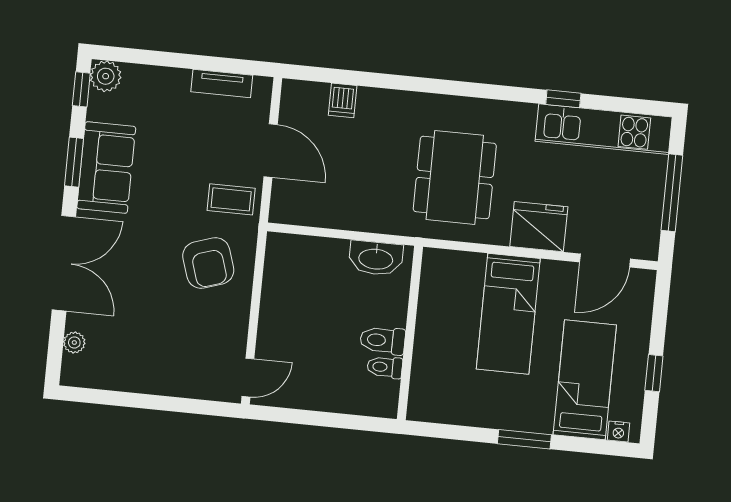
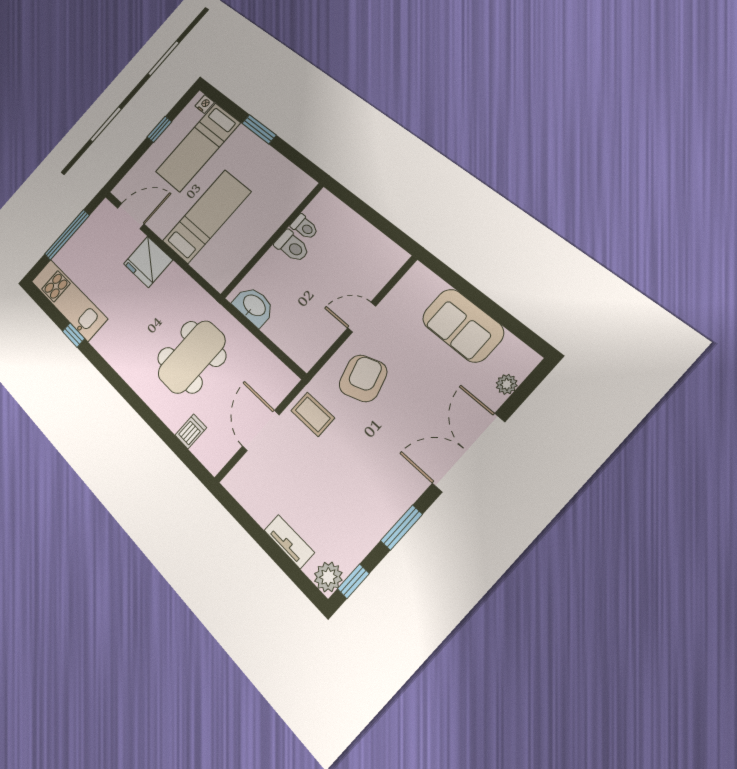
tv unit: (222, 83) -> (289, 541), moved
sofa: (106, 168) -> (463, 325), moved, turned -90
dining table: (455, 177) -> (192, 357), moved
door: (248, 378) -> (362, 317), moved

